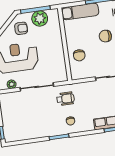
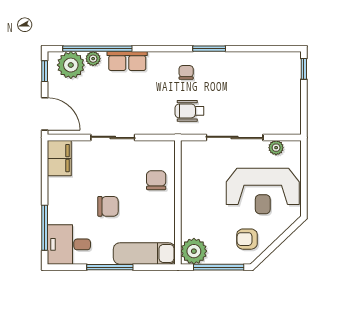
plant: (40, 18) -> (194, 251), moved

